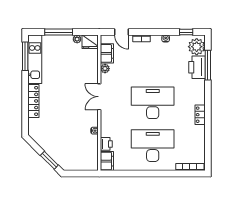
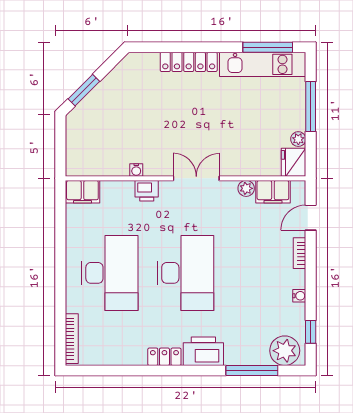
printer: (197, 67) -> (203, 351), moved
printer: (106, 144) -> (147, 191), moved

